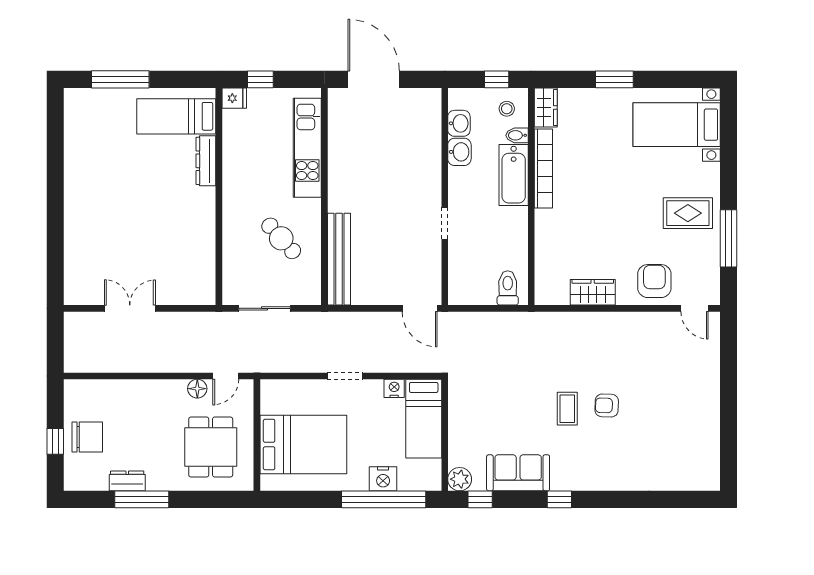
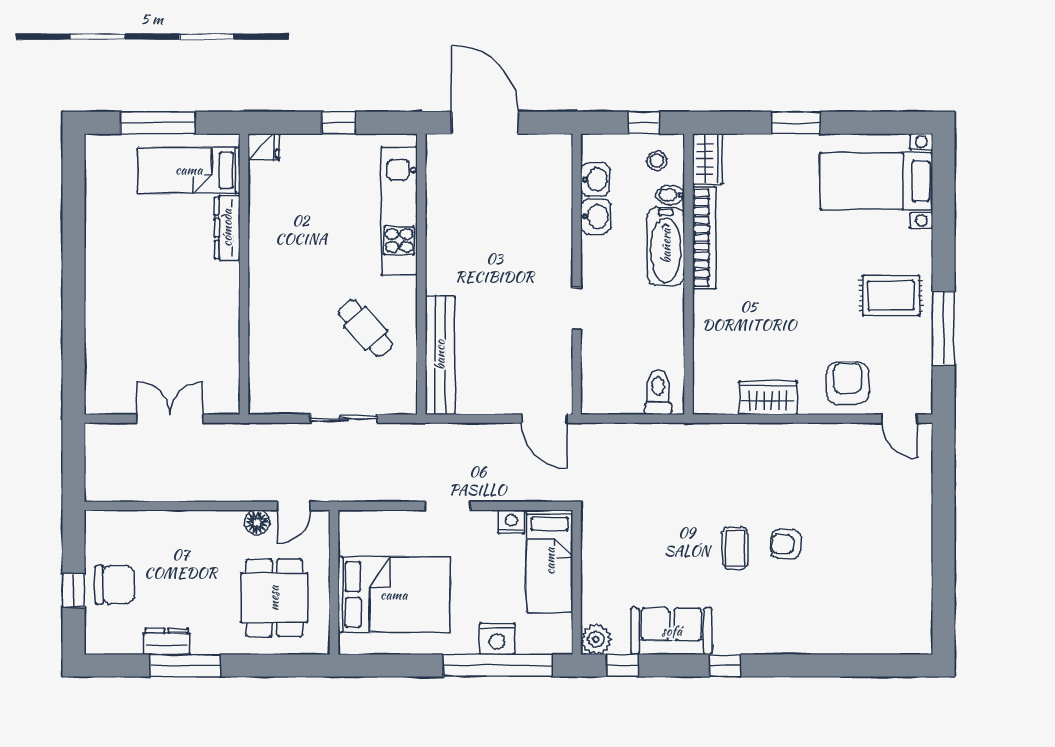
fridge: (234, 98) -> (264, 147), moved
bed: (176, 116) -> (189, 170), moved
dresser: (206, 161) -> (227, 228), moved
wall: (219, 197) -> (244, 274), moved

